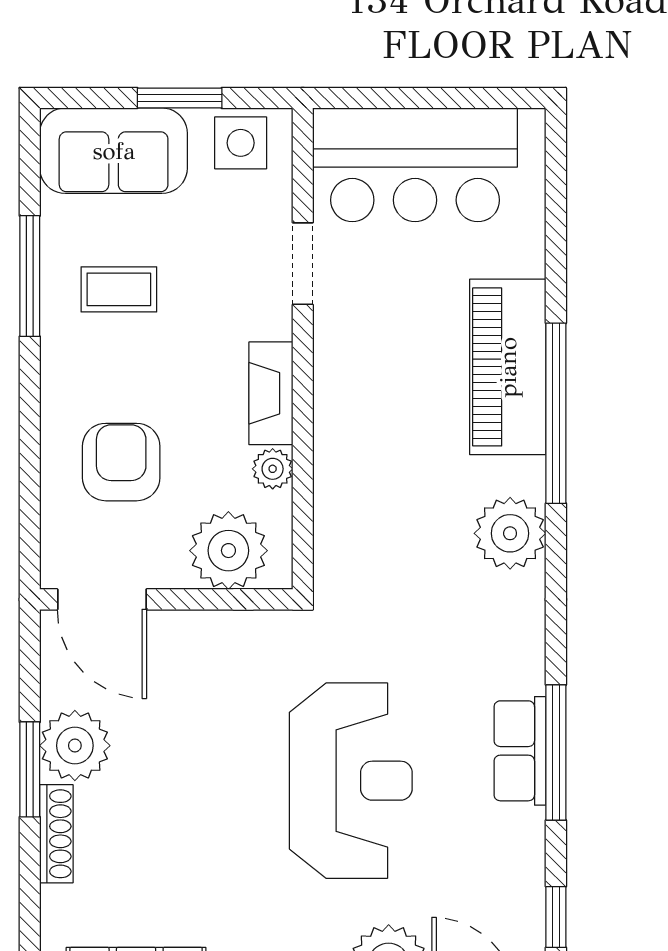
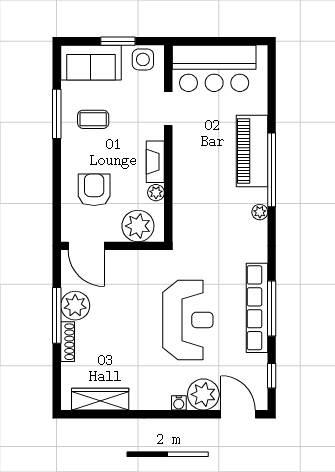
plant: (510, 533) -> (260, 212), width x0.53, depth x0.53
row of seats: (520, 751) -> (257, 308), width x2.02
window: (30, 769) -> (57, 315), width x1.44

